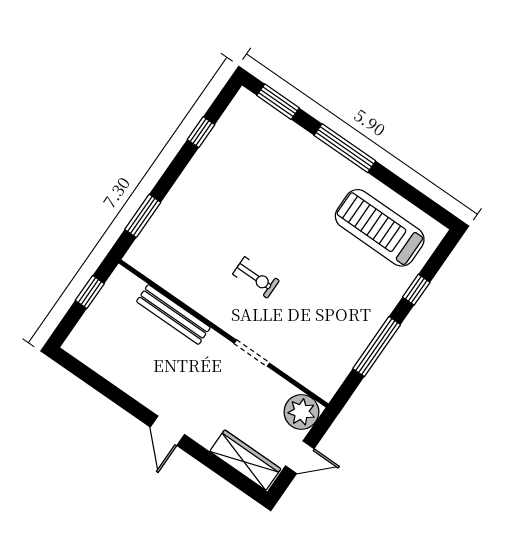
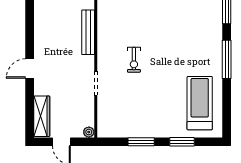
window: (416, 290) -> (182, 142), width x1.50
window: (377, 347) -> (141, 142), width x0.69
plant: (301, 412) -> (89, 132), width x0.53, depth x0.53

